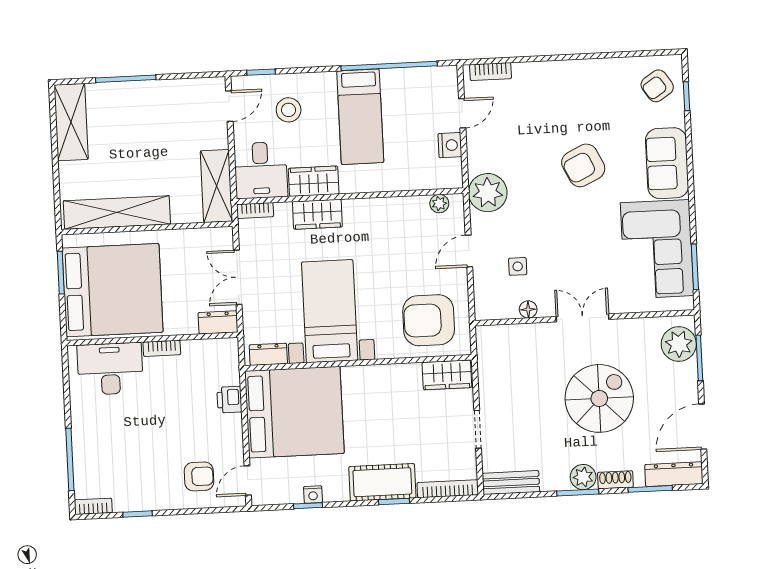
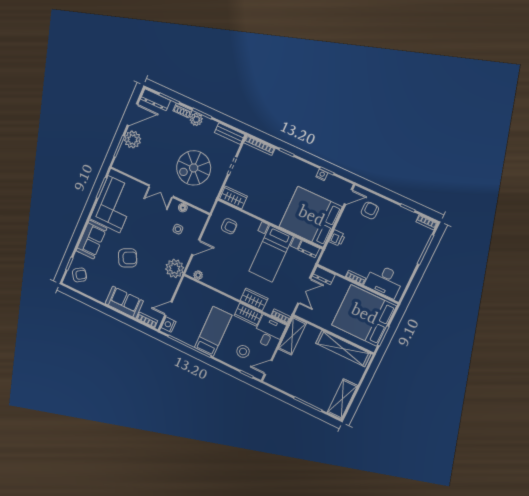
sofa: (549, 81) -> (124, 302), added
nightstand: (450, 145) -> (169, 325), moved
armchair: (429, 320) -> (229, 226), width x0.53, depth x0.53
plant: (679, 344) -> (133, 139), moved
spiral stairs: (599, 398) -> (194, 168), moved
armchair: (199, 476) -> (370, 210), turned 90
cot: (382, 482) -> (287, 164), removed

